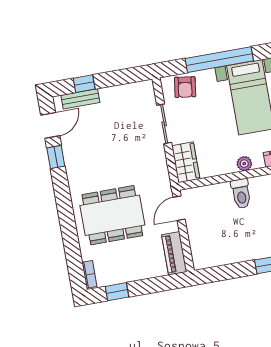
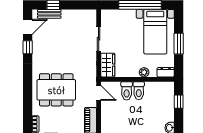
armchair: (185, 87) -> (116, 18), removed
toilet: (222, 197) -> (127, 91), added
door: (179, 208) -> (99, 93), swing flipped

